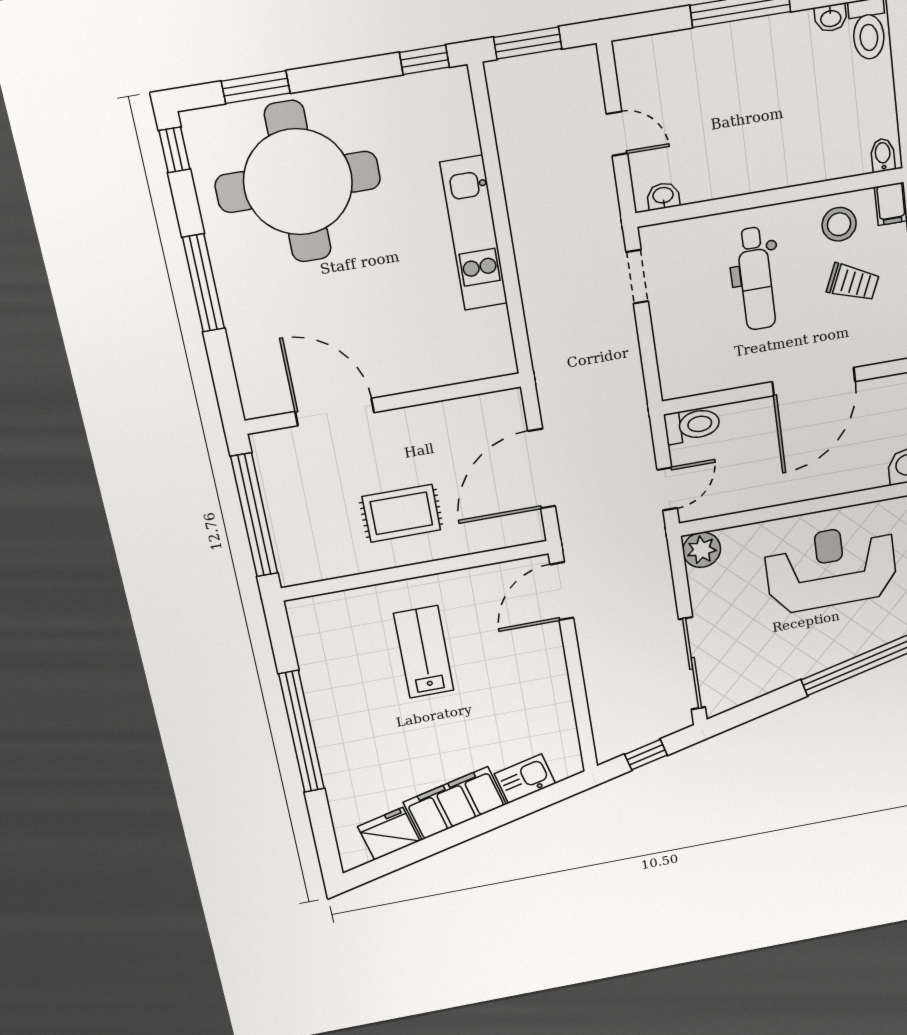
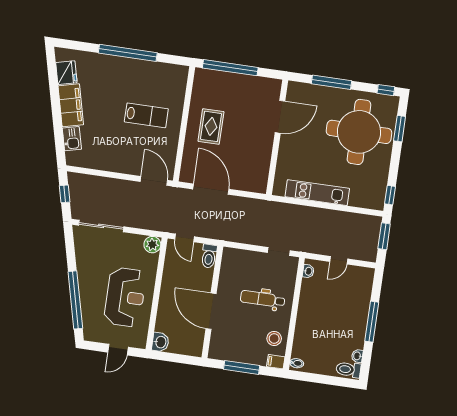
trolley: (853, 282) -> (248, 338), removed
wall: (384, 404) -> (277, 137), moved
door: (335, 412) -> (280, 117), moved

